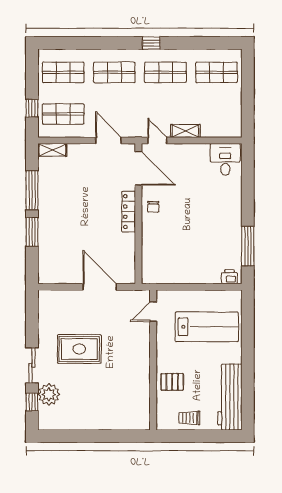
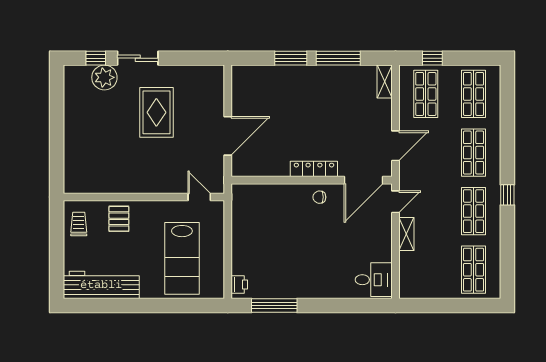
trolley: (189, 418) -> (79, 224), moved

